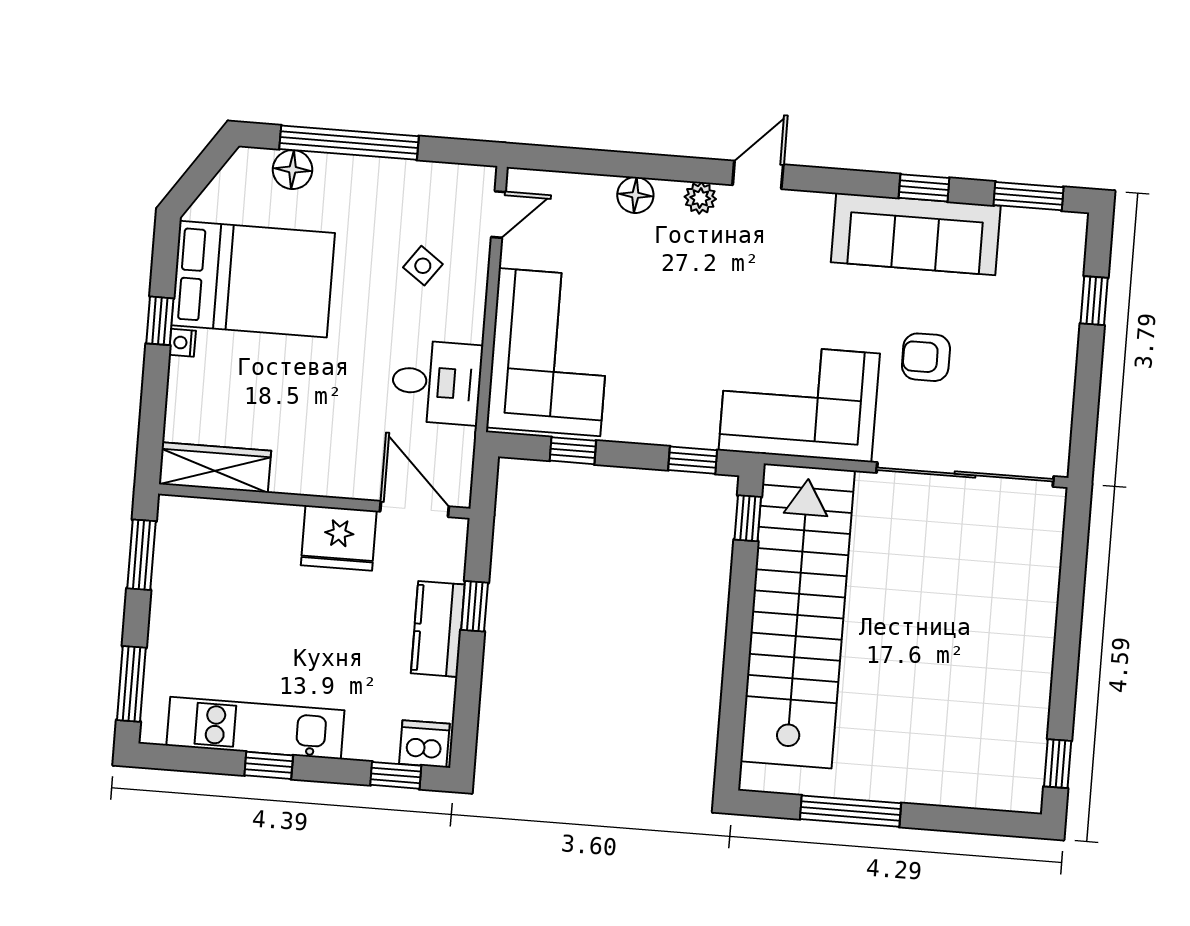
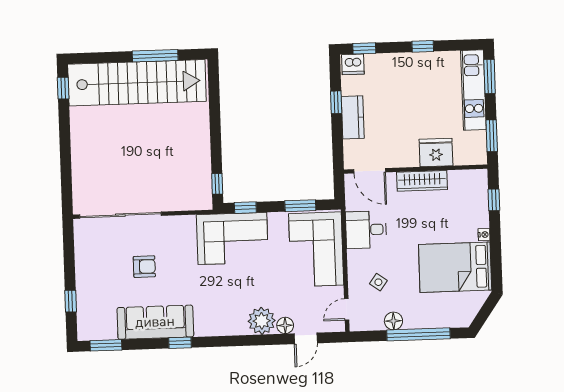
floor lamp: (293, 170) -> (393, 321), moved
door: (758, 175) -> (306, 338), moved
window: (924, 188) -> (180, 343), moved
plant: (700, 198) -> (262, 321), width x1.88, depth x1.88
window: (160, 321) -> (494, 200), moved
corner sofa: (799, 402) -> (232, 238), moved
window: (573, 451) -> (300, 206), width x1.50
wardrobe: (215, 467) -> (422, 181), moved
fridge: (339, 538) -> (436, 153), moved
window: (475, 606) -> (336, 102), moved
stairs: (798, 616) -> (137, 83), moved, turned -90
kitchen unit: (255, 728) -> (473, 90), moved, turned 90

